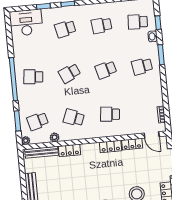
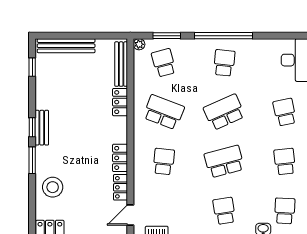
school desk: (106, 70) -> (224, 161), width x1.85
school desk: (70, 73) -> (224, 112), width x1.85
school desk: (74, 118) -> (164, 112), width x1.85
plant: (55, 137) -> (140, 84), removed

